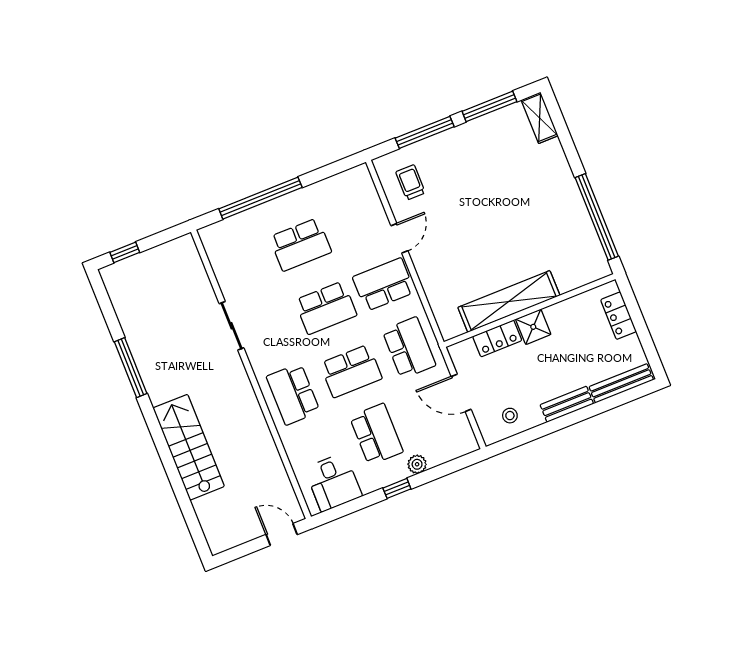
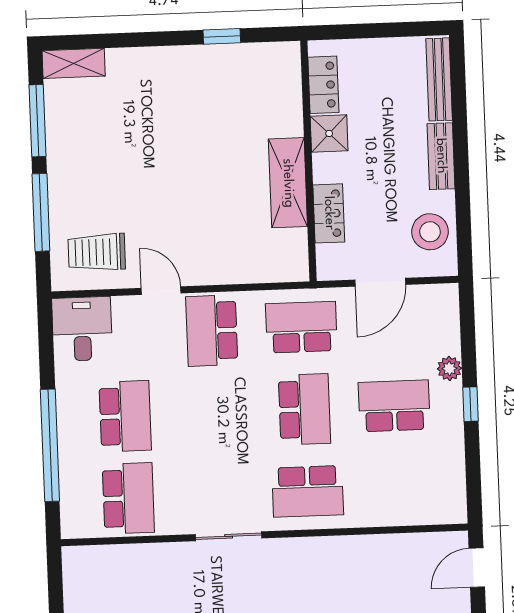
trolley: (410, 182) -> (97, 252), width x1.36, depth x1.39
window: (597, 217) -> (222, 36), width x0.32
shelving: (509, 301) -> (288, 183), width x0.68
school desk: (326, 308) -> (128, 498), moved
locker: (618, 316) -> (323, 85), moved, turned -90
sliding door: (232, 326) -> (229, 536), moved
shower: (533, 327) -> (329, 133), moved
stool: (510, 416) -> (430, 232), width x1.89, depth x1.89
desk: (333, 482) -> (82, 329), moved, turned -90

